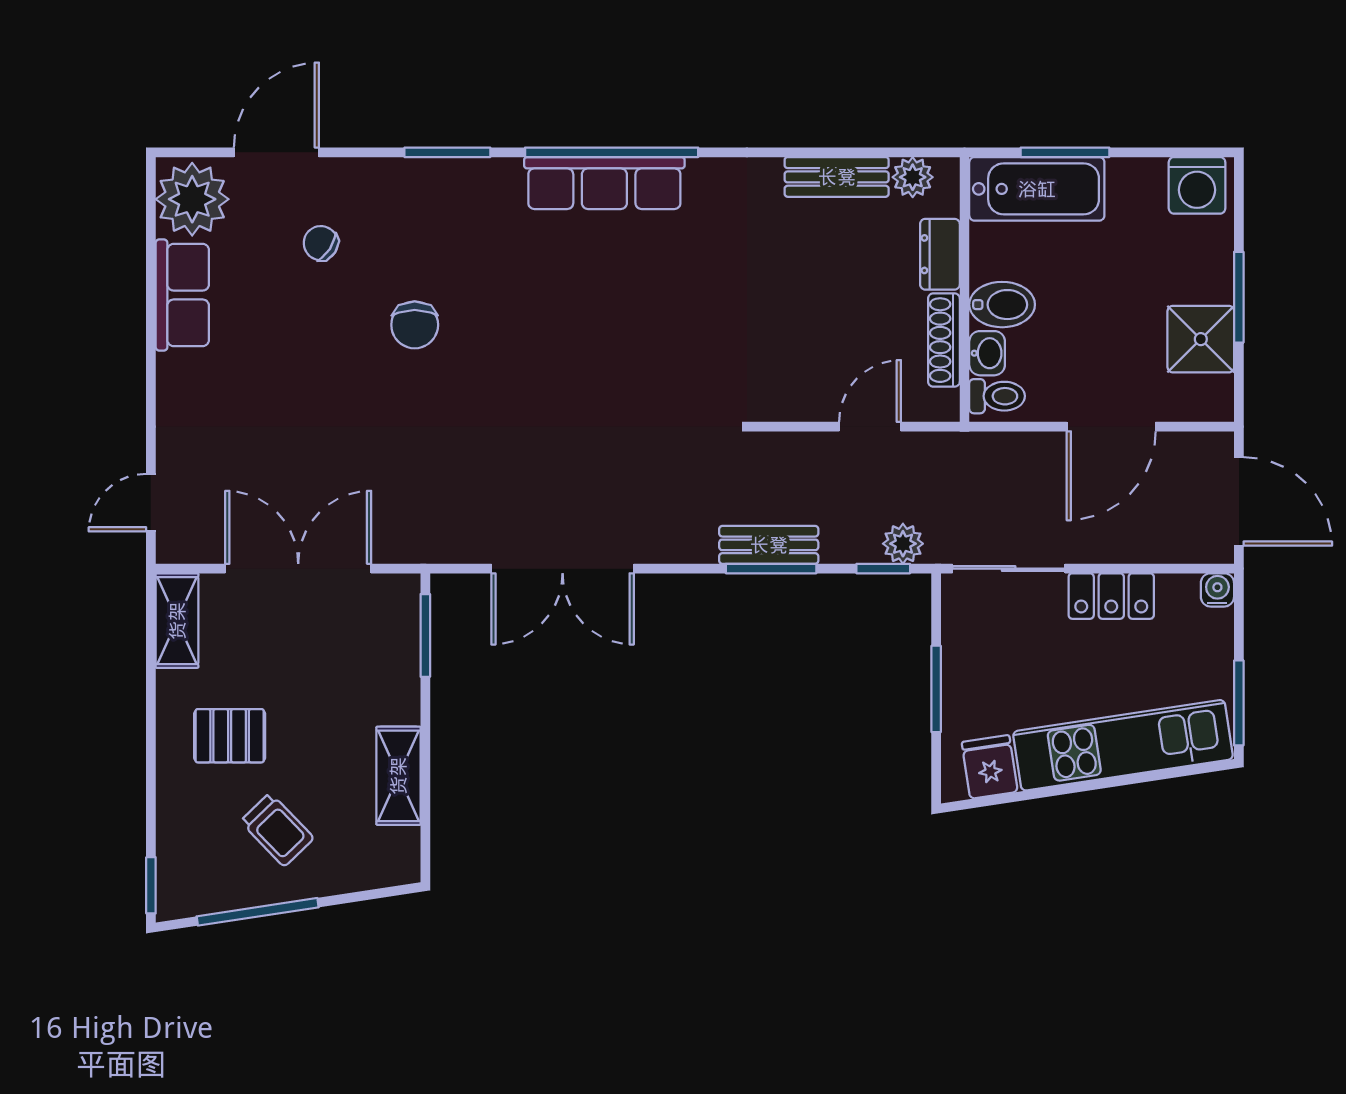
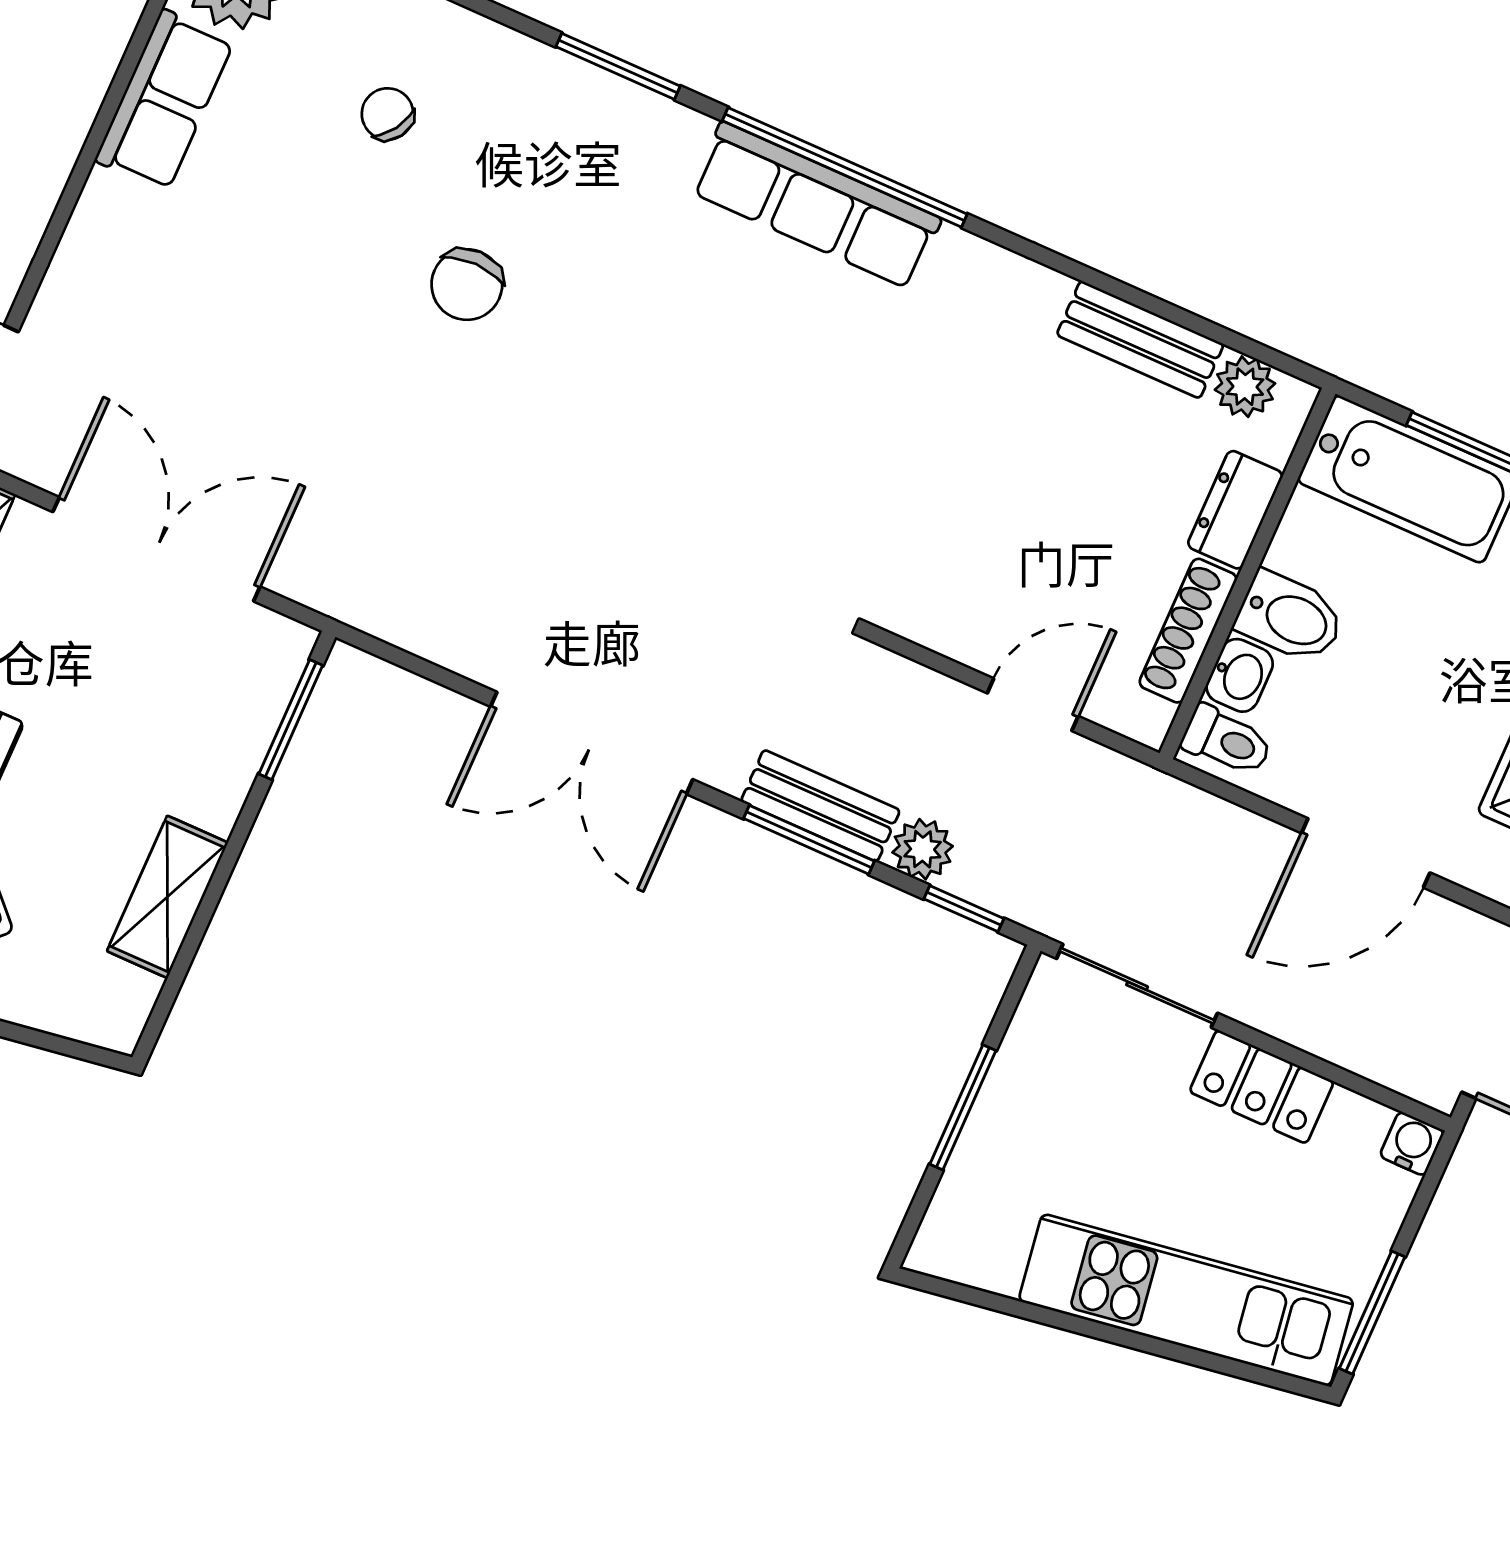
plant: (903, 544) -> (923, 849), moved
double door: (563, 569) -> (592, 743), moved
fridge: (990, 767) -> (989, 1248), removed

